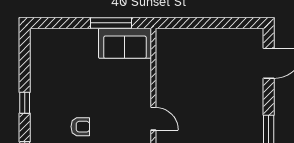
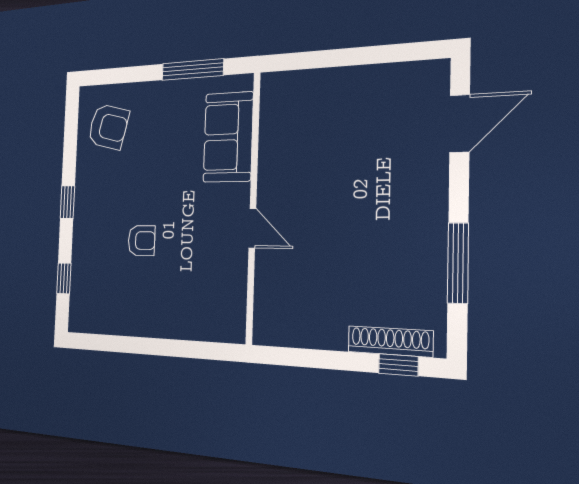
sofa: (125, 43) -> (228, 137), moved, turned 90
armchair: (53, 55) -> (108, 127), added

